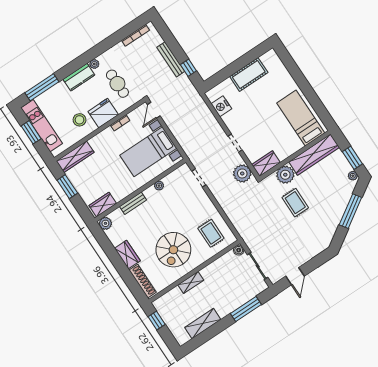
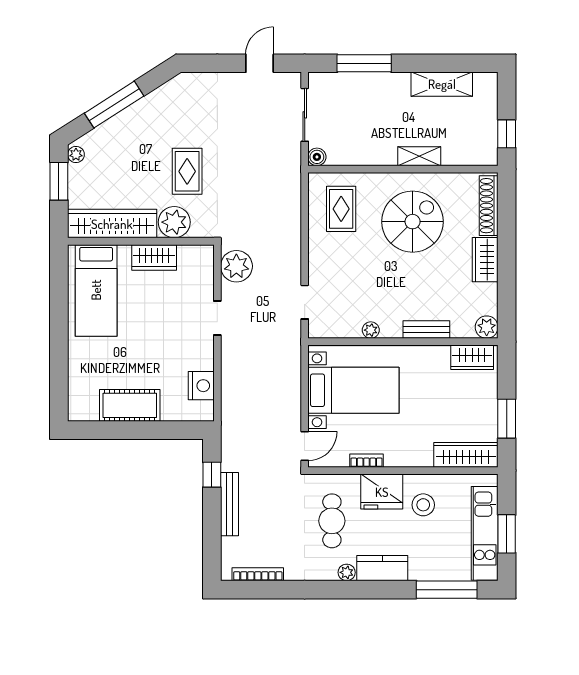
wardrobe: (266, 164) -> (154, 257), moved

